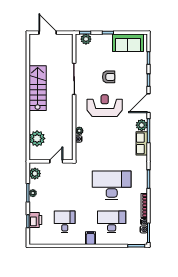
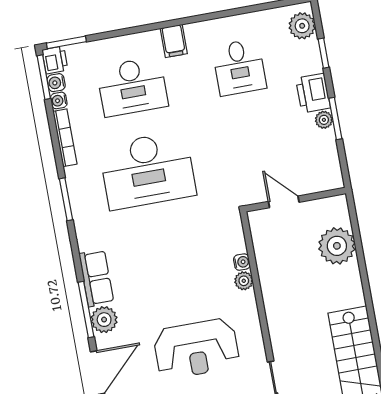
door: (56, 161) -> (284, 202), swing flipped
plant: (35, 174) -> (302, 26), moved
printer: (35, 220) -> (313, 93), moved
printer: (142, 239) -> (55, 60), added

